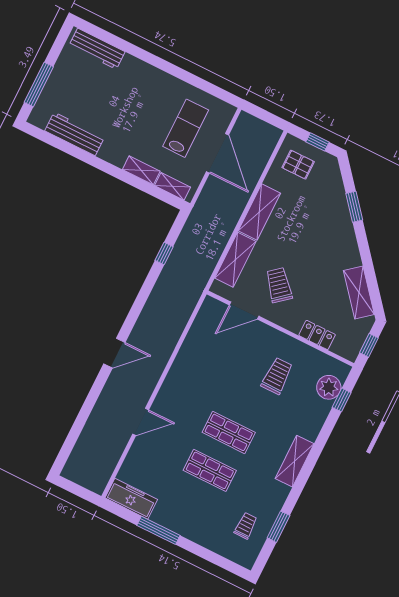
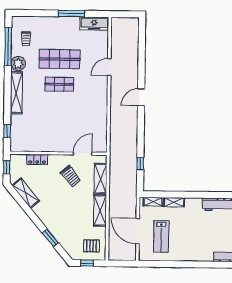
trolley: (277, 376) -> (48, 127), removed
plant: (329, 387) -> (18, 64), moved
shelving: (295, 461) -> (16, 93), width x1.47
shop shelf: (210, 470) -> (60, 59), width x1.43, depth x1.36
window: (278, 527) -> (8, 47), width x2.11

